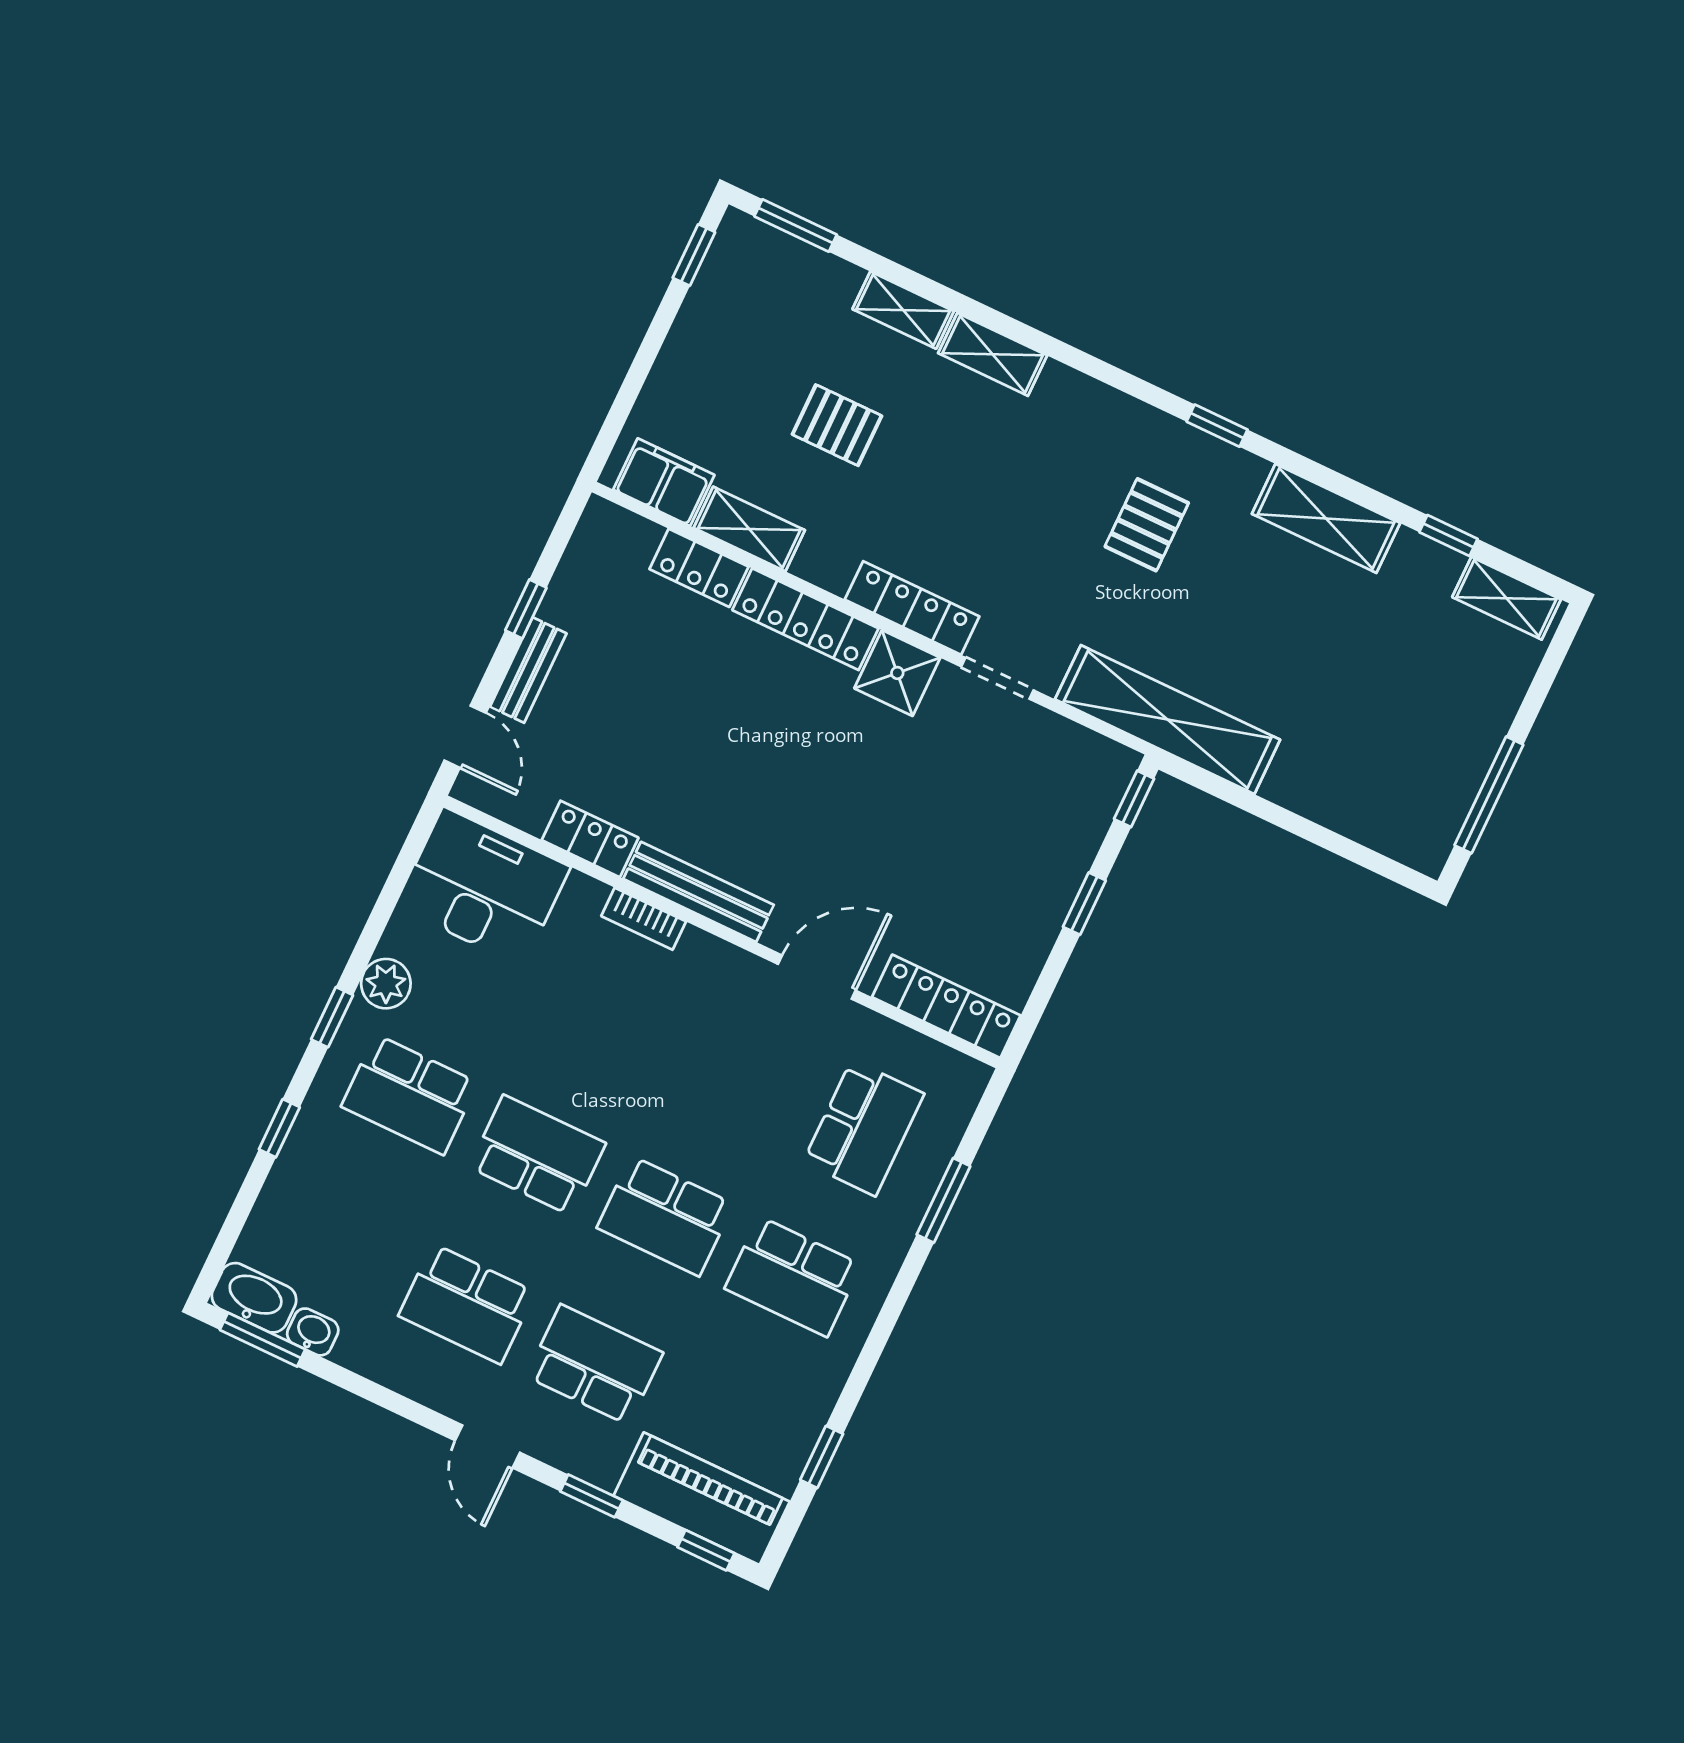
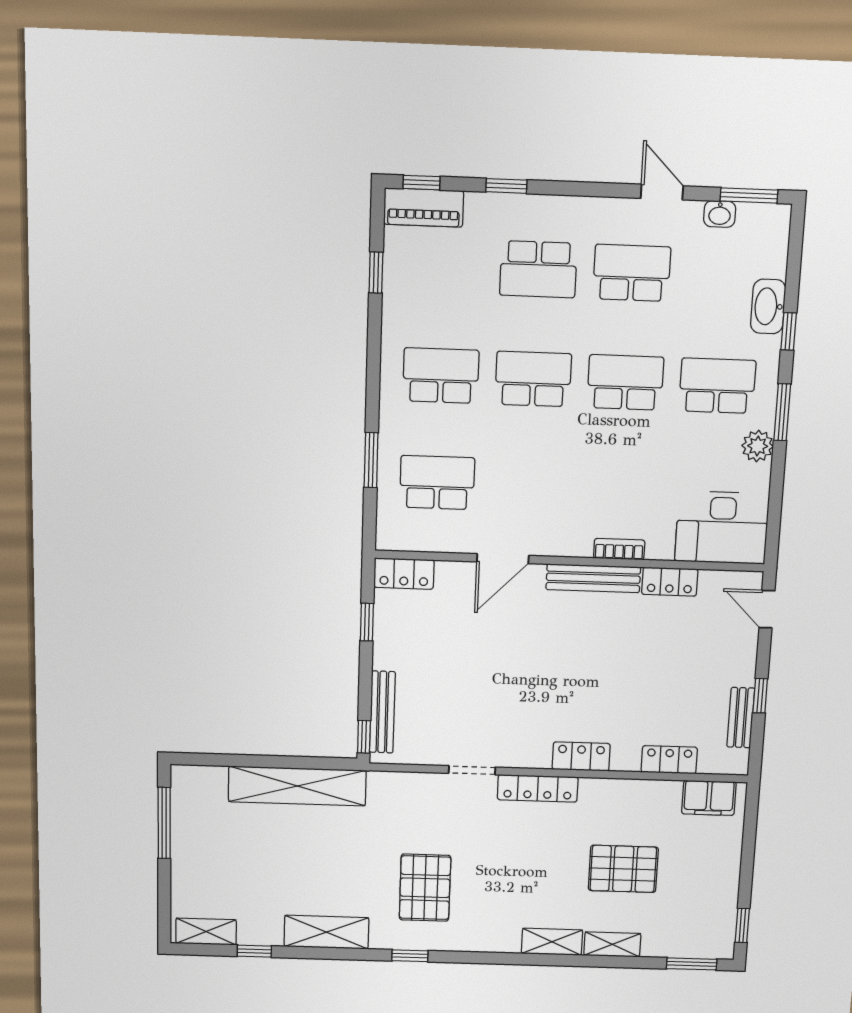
pallet: (837, 425) -> (623, 869), width x1.50, depth x1.42
pallet: (1147, 525) -> (425, 888), width x1.50, depth x1.42
shelving: (749, 529) -> (649, 793), removed
locker: (805, 619) -> (581, 756), width x0.66
bench: (528, 670) -> (741, 718), moved
shower: (897, 673) -> (531, 749), removed
shelving: (1168, 720) -> (297, 786), moved
bench: (1090, 825) -> (382, 712), added
window: (1084, 904) -> (367, 622), moved
locker: (946, 1006) -> (404, 574), width x0.66
window: (332, 1017) -> (782, 412), width x1.50
school desk: (864, 1128) -> (437, 483), turned 90
school desk: (537, 1155) -> (625, 382), turned 180
washbasin: (254, 1298) -> (768, 306), moved, turned 90
door: (488, 1447) -> (662, 192), moved
piano: (702, 1499) -> (424, 208), width x0.73, depth x0.75

